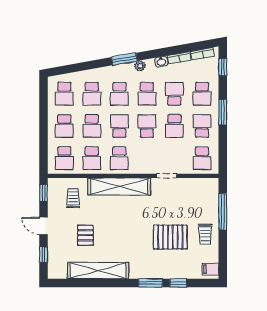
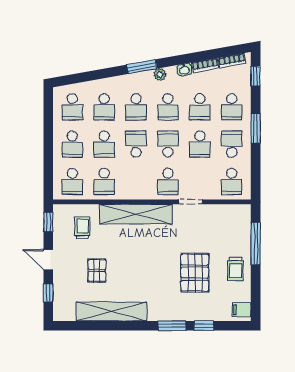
school desk: (174, 94) -> (200, 107), turned 180
school desk: (119, 158) -> (168, 181), moved
pallet: (170, 237) -> (195, 273), turned 90

